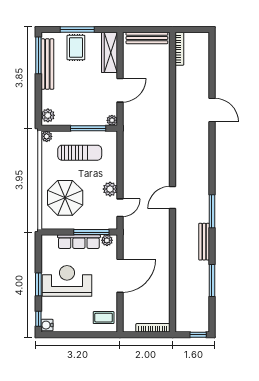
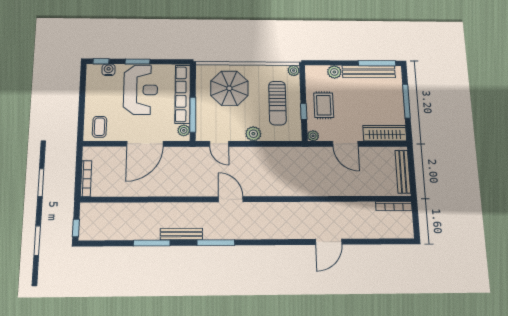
rug: (76, 48) -> (324, 105), moved, turned 90
plant: (48, 115) -> (334, 72), moved
window: (88, 128) -> (304, 112), width x0.46
plant: (110, 189) -> (253, 134), moved
row of seats: (79, 242) -> (183, 94), width x1.36
door: (120, 276) -> (145, 144), hinge flipped
window: (212, 281) -> (152, 243), moved
water cooler: (47, 325) -> (109, 70), moved

